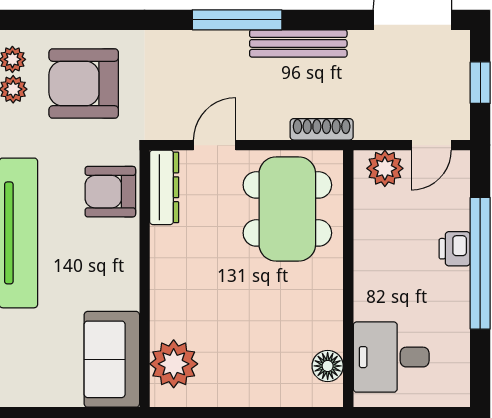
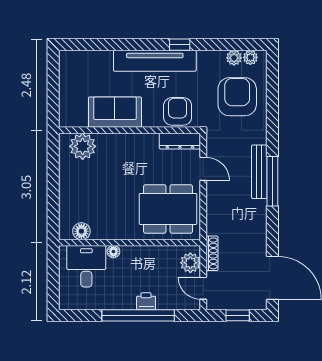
bench: (298, 43) -> (259, 172), moved
shoe rack: (322, 129) -> (212, 253), moved
floor lamp: (365, 308) -> (113, 252), added
sofa: (112, 359) -> (115, 112), moved

